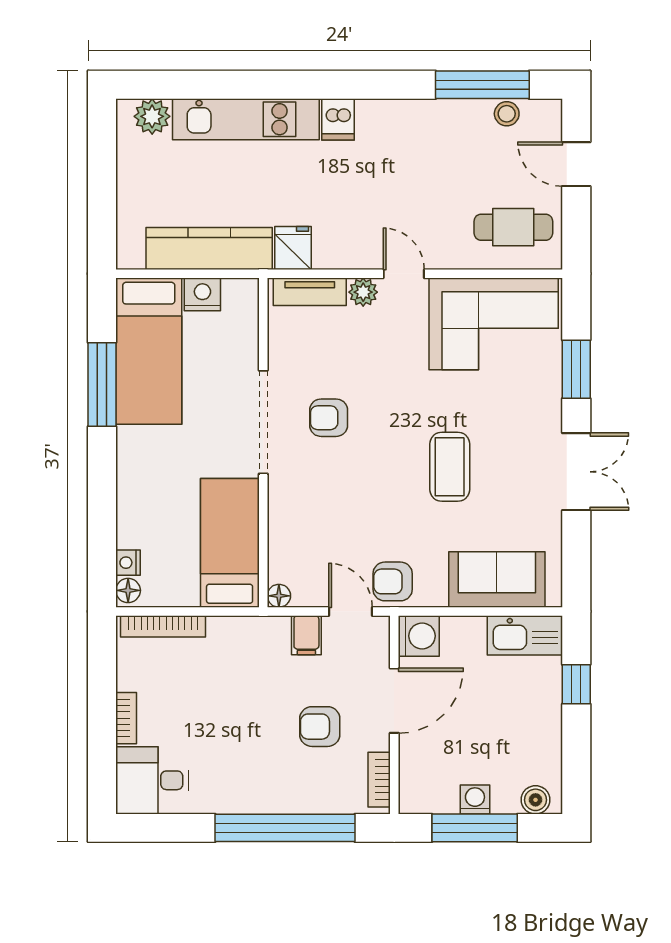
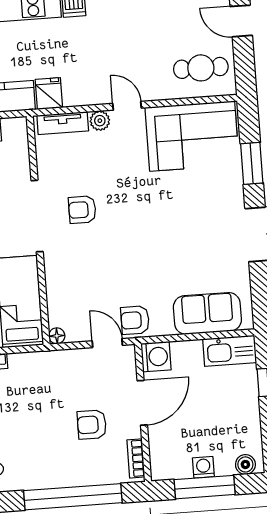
coffee table: (450, 467) -> (169, 238), removed
filing cabinet: (306, 635) -> (78, 362), removed

